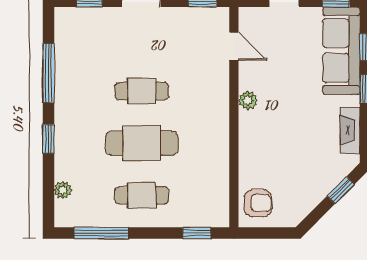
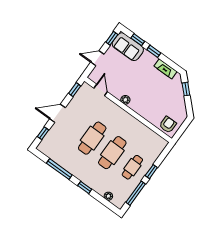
door: (234, 46) -> (101, 90), hinge flipped
sofa: (341, 51) -> (128, 47), width x0.73
cafe table: (142, 91) -> (92, 138), width x1.37, depth x1.35
window: (197, 233) -> (151, 172), moved

